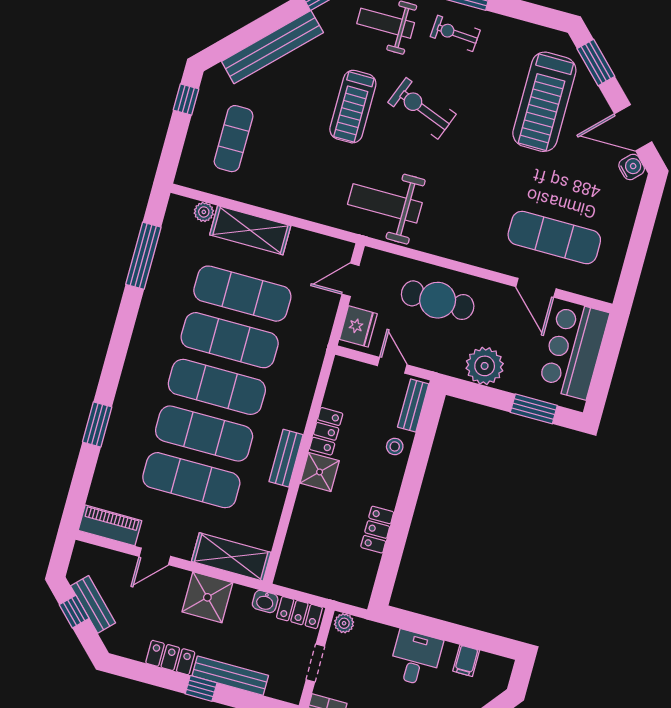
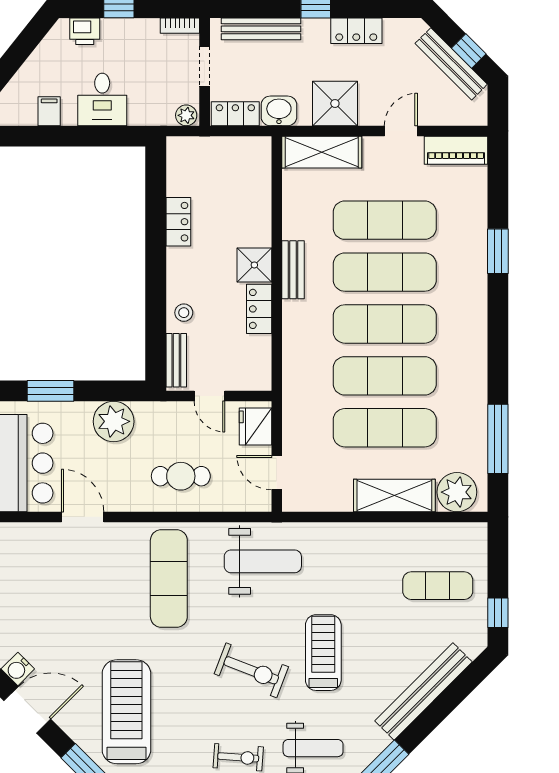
exercise mat: (234, 139) -> (438, 586), turned 90
plant: (204, 212) -> (457, 492), width x1.88, depth x1.88
exercise mat: (554, 238) -> (169, 578), moved, turned 90
door: (351, 280) -> (277, 473), swing flipped
cafe table: (438, 300) -> (181, 476), width x0.73, depth x0.74
washbasin: (265, 601) -> (279, 111), width x1.38, depth x1.45
bench: (93, 604) -> (451, 64), width x1.36
bench: (230, 676) -> (261, 29), moved

